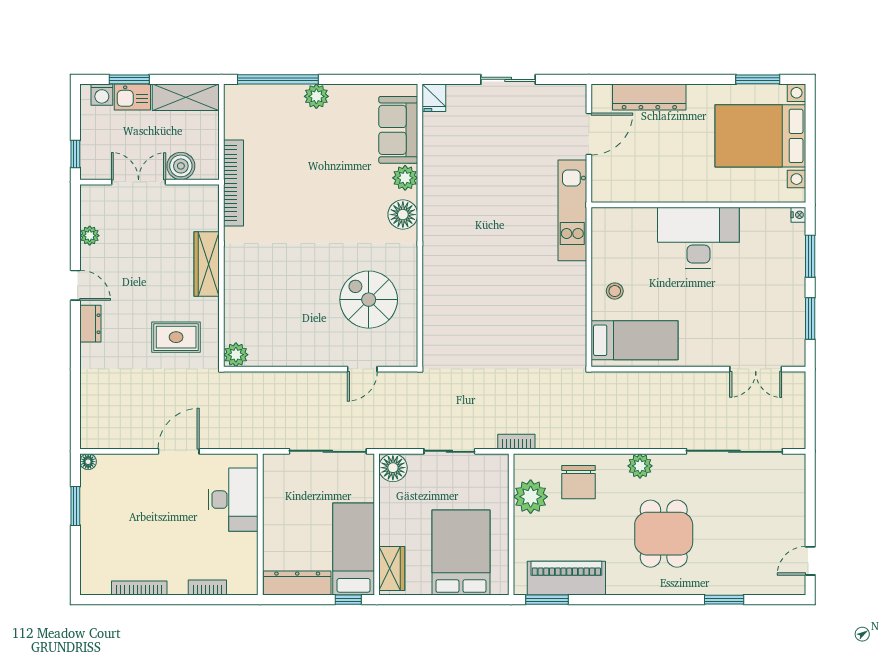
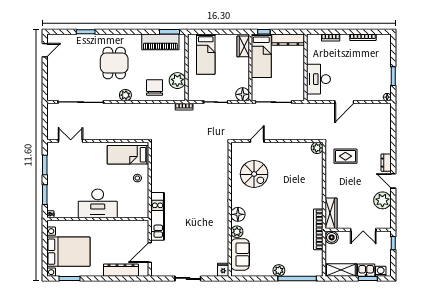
boiler: (181, 166) -> (332, 237), moved
plant: (90, 236) -> (382, 200), width x1.87, depth x1.87
wardrobe: (207, 264) -> (331, 213), moved
bed: (461, 552) -> (206, 54), width x0.67

